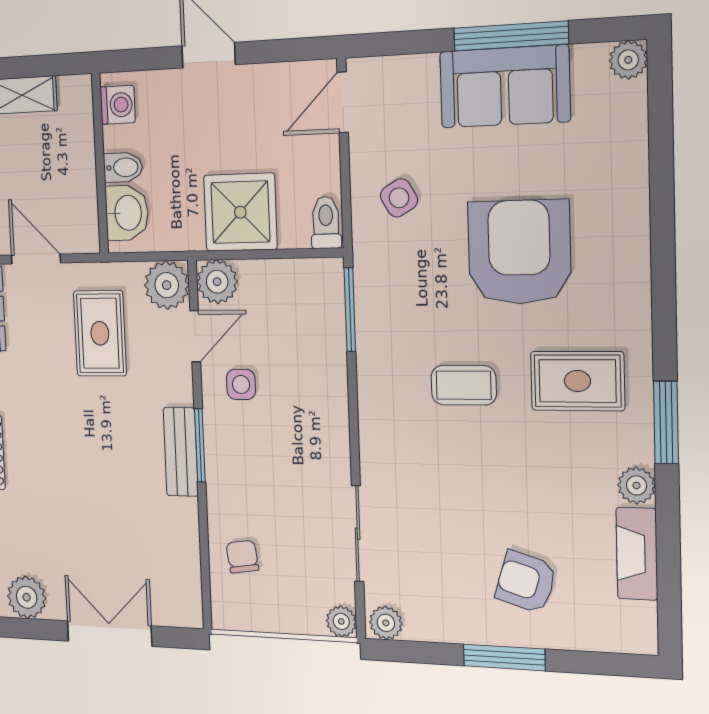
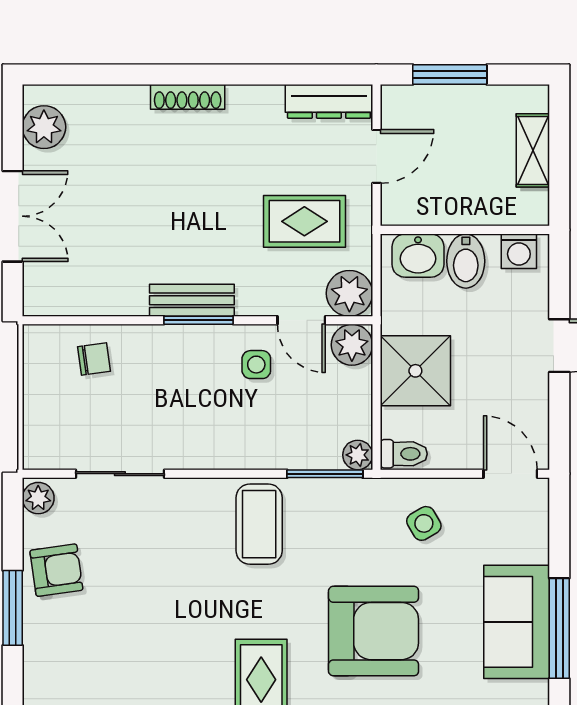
bidet: (123, 167) -> (466, 261), width x1.38, depth x1.36
coffee table: (464, 385) -> (259, 524), moved, width x1.36, depth x1.30
armchair: (526, 582) -> (56, 570), moved, turned 65
plant: (341, 621) -> (358, 455), moved

